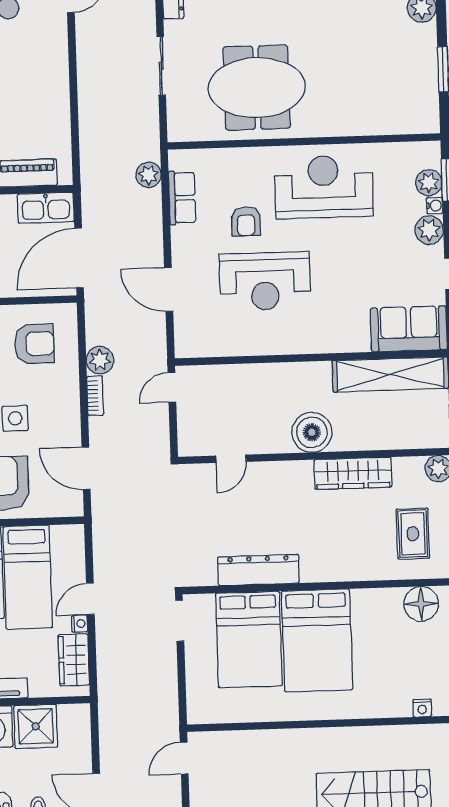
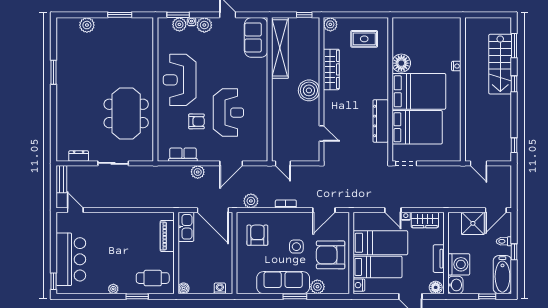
plant: (149, 175) -> (198, 172), moved
plant: (100, 360) -> (251, 201), moved
floor lamp: (421, 604) -> (401, 63), moved
nightstand: (422, 708) -> (456, 66), moved
shower: (36, 726) -> (473, 223), moved

